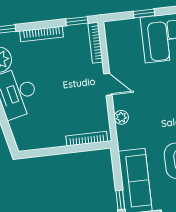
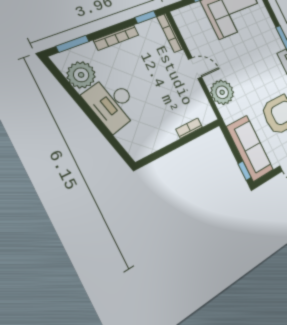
plant: (121, 117) -> (222, 92), width x1.88, depth x1.88
bookcase: (87, 139) -> (189, 128), width x0.64

